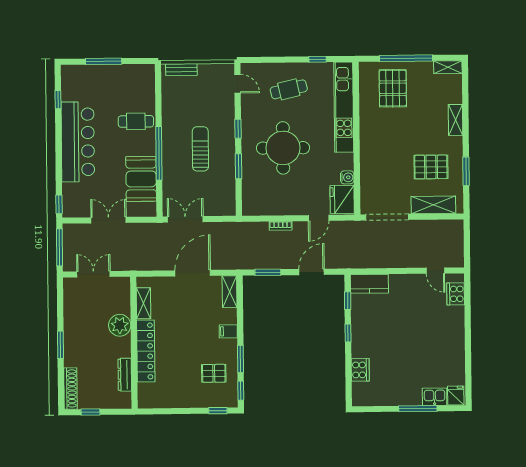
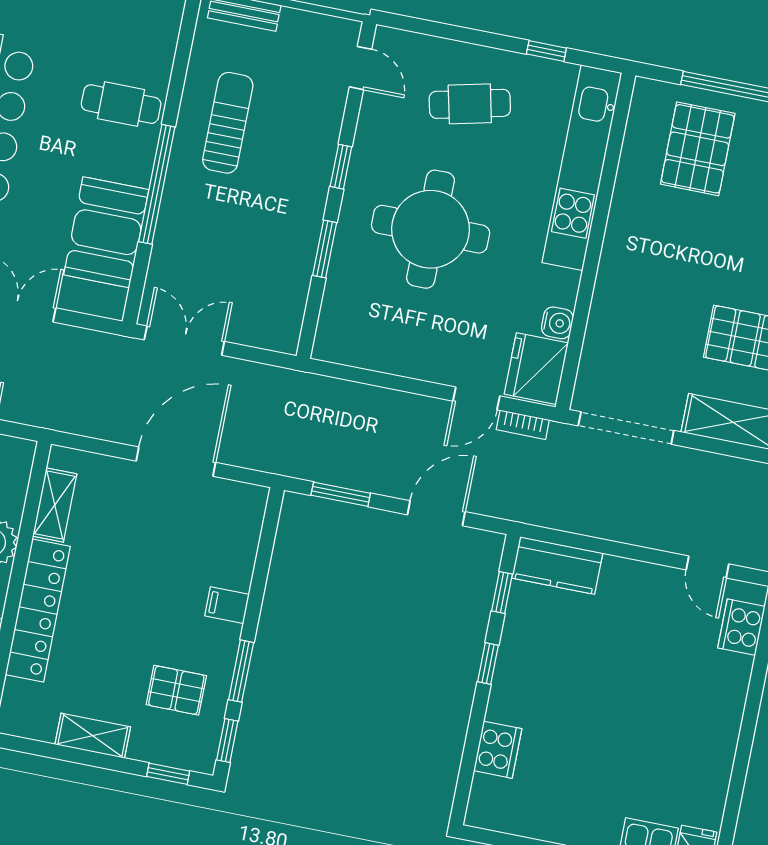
sun lounger: (200, 149) -> (228, 123), moved
bookcase: (281, 226) -> (523, 425), moved
shelving: (230, 292) -> (93, 736), moved, turned 90

